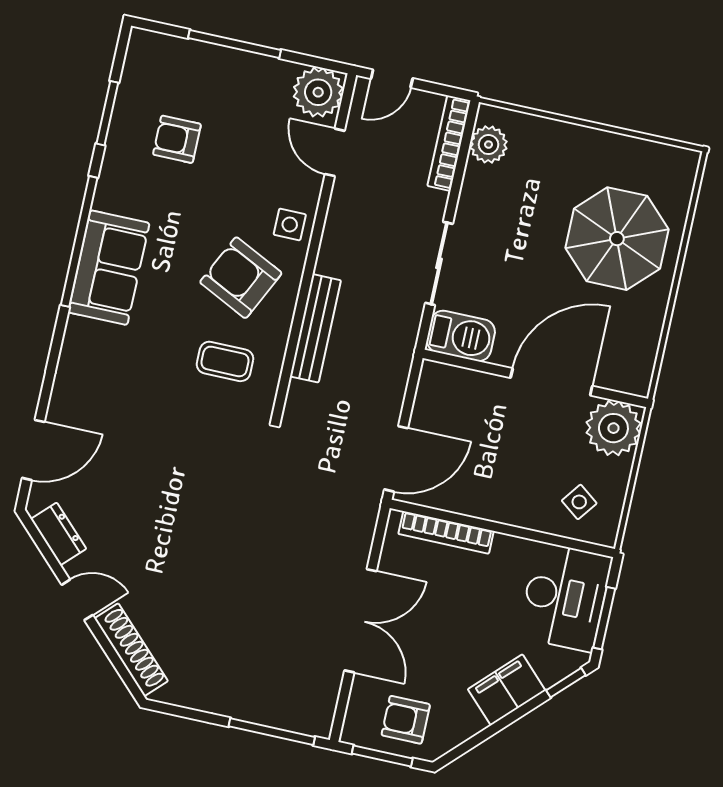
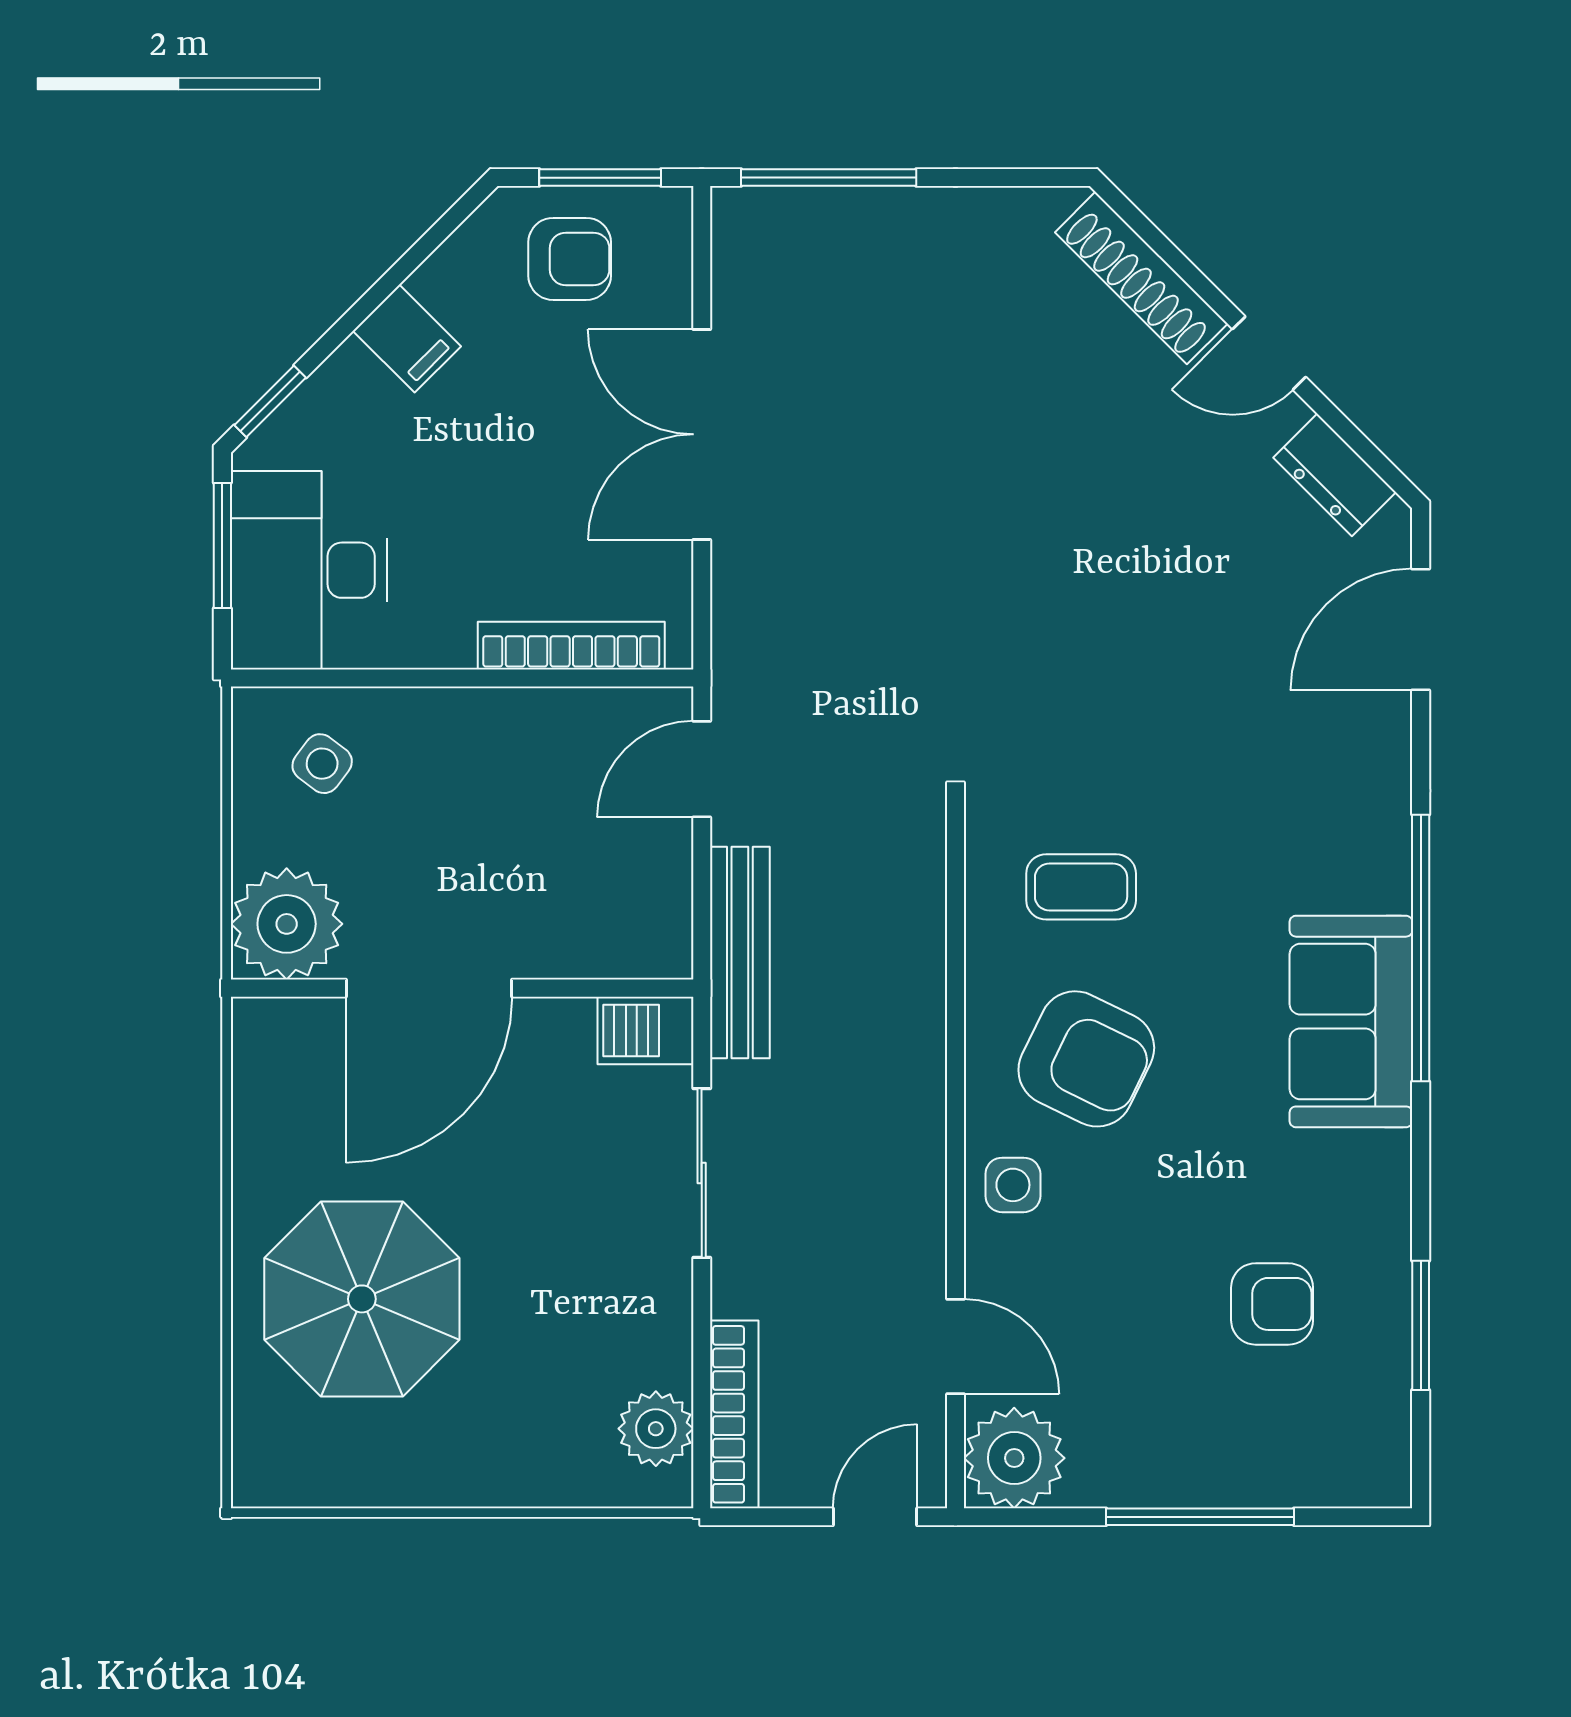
window: (79, 241) -> (1421, 948), moved
bench: (315, 328) -> (740, 953), moved
barbecue: (461, 336) -> (645, 1031), width x0.73, depth x0.79
door: (396, 459) -> (702, 769), width x0.73
filing cabinet: (507, 690) -> (407, 339), width x0.50

